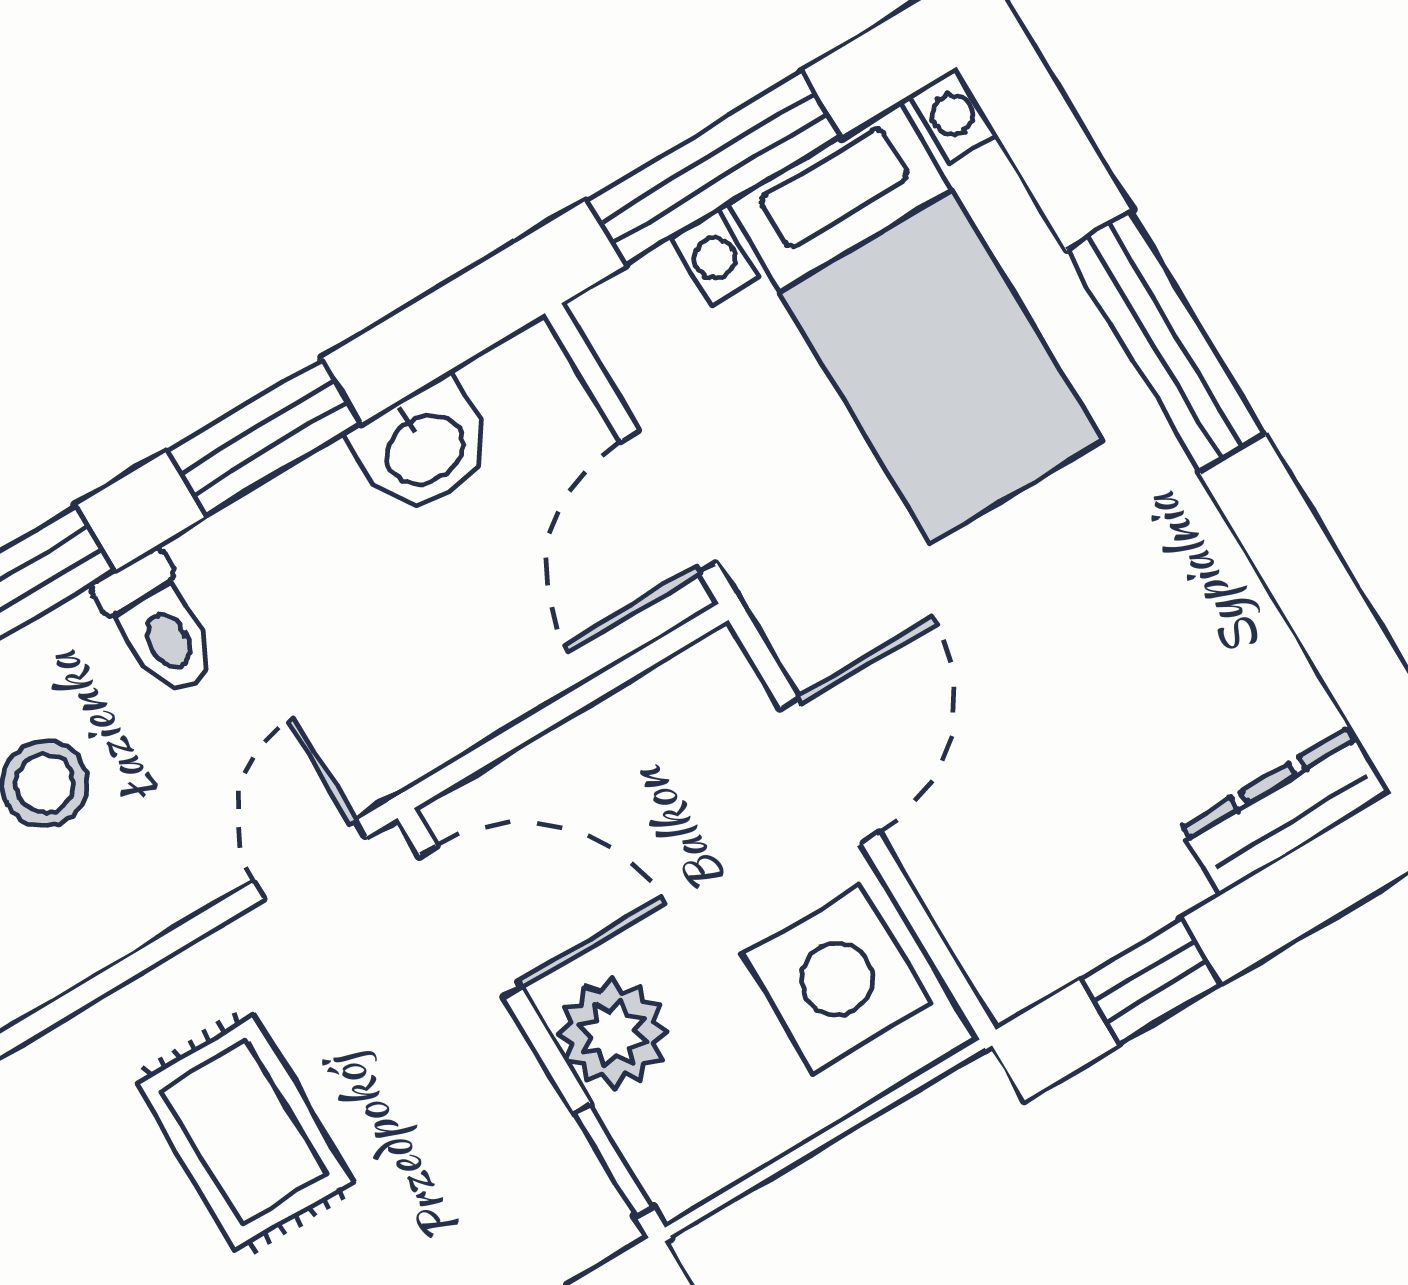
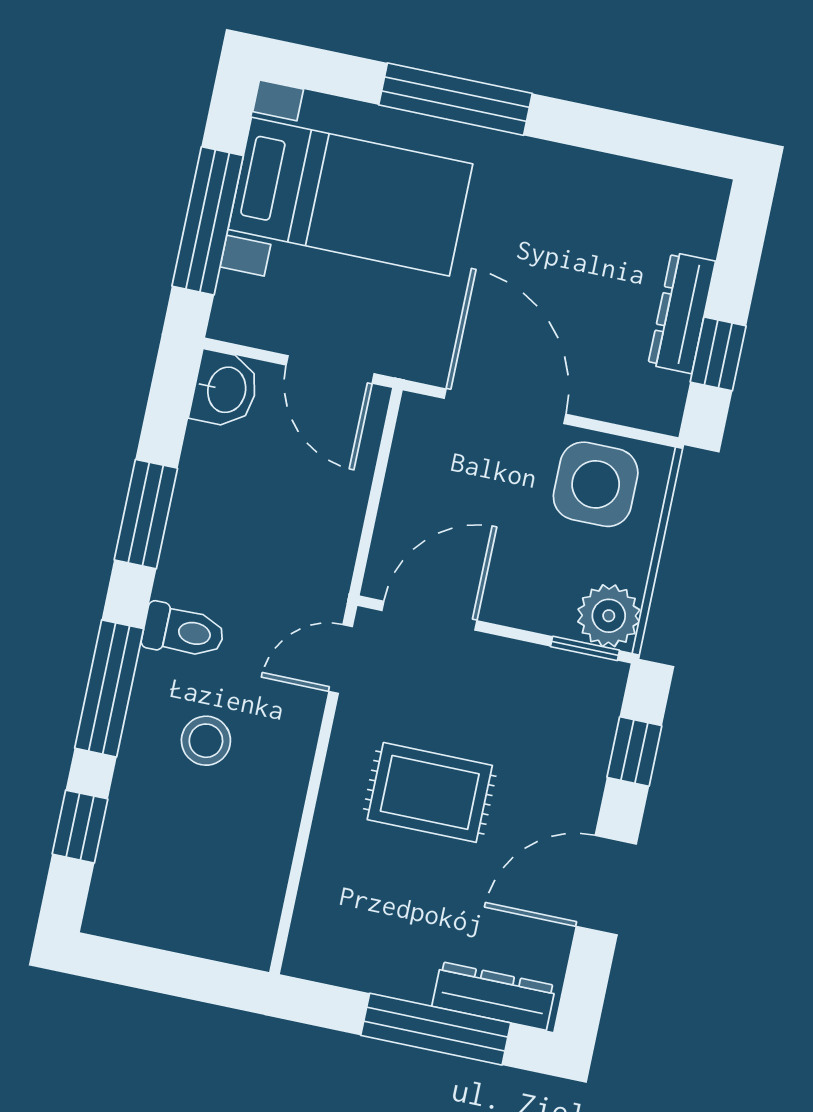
washbasin: (424, 447) -> (225, 389), moved
door: (829, 770) -> (505, 406), width x1.36
dresser: (1285, 811) -> (682, 313), moved
door: (310, 859) -> (341, 659), hinge flipped
plant: (613, 1033) -> (609, 616), moved

